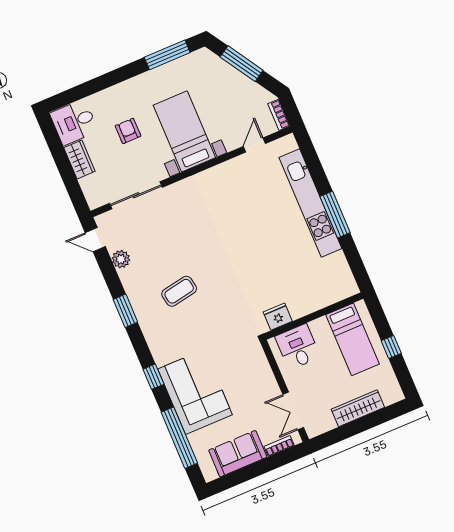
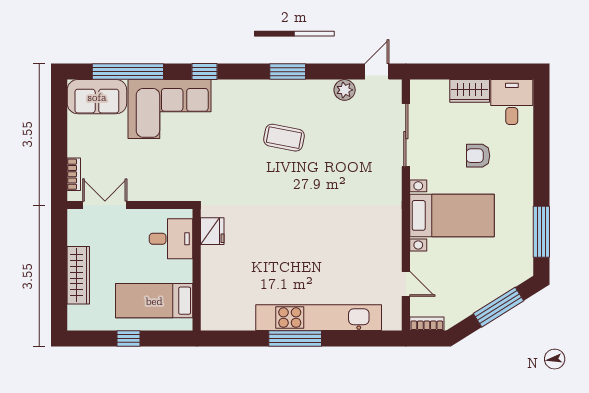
armchair: (128, 131) -> (478, 156), turned 180
coffee table: (179, 291) -> (284, 138), turned -69
sofa: (238, 454) -> (97, 97), moved, turned 90

